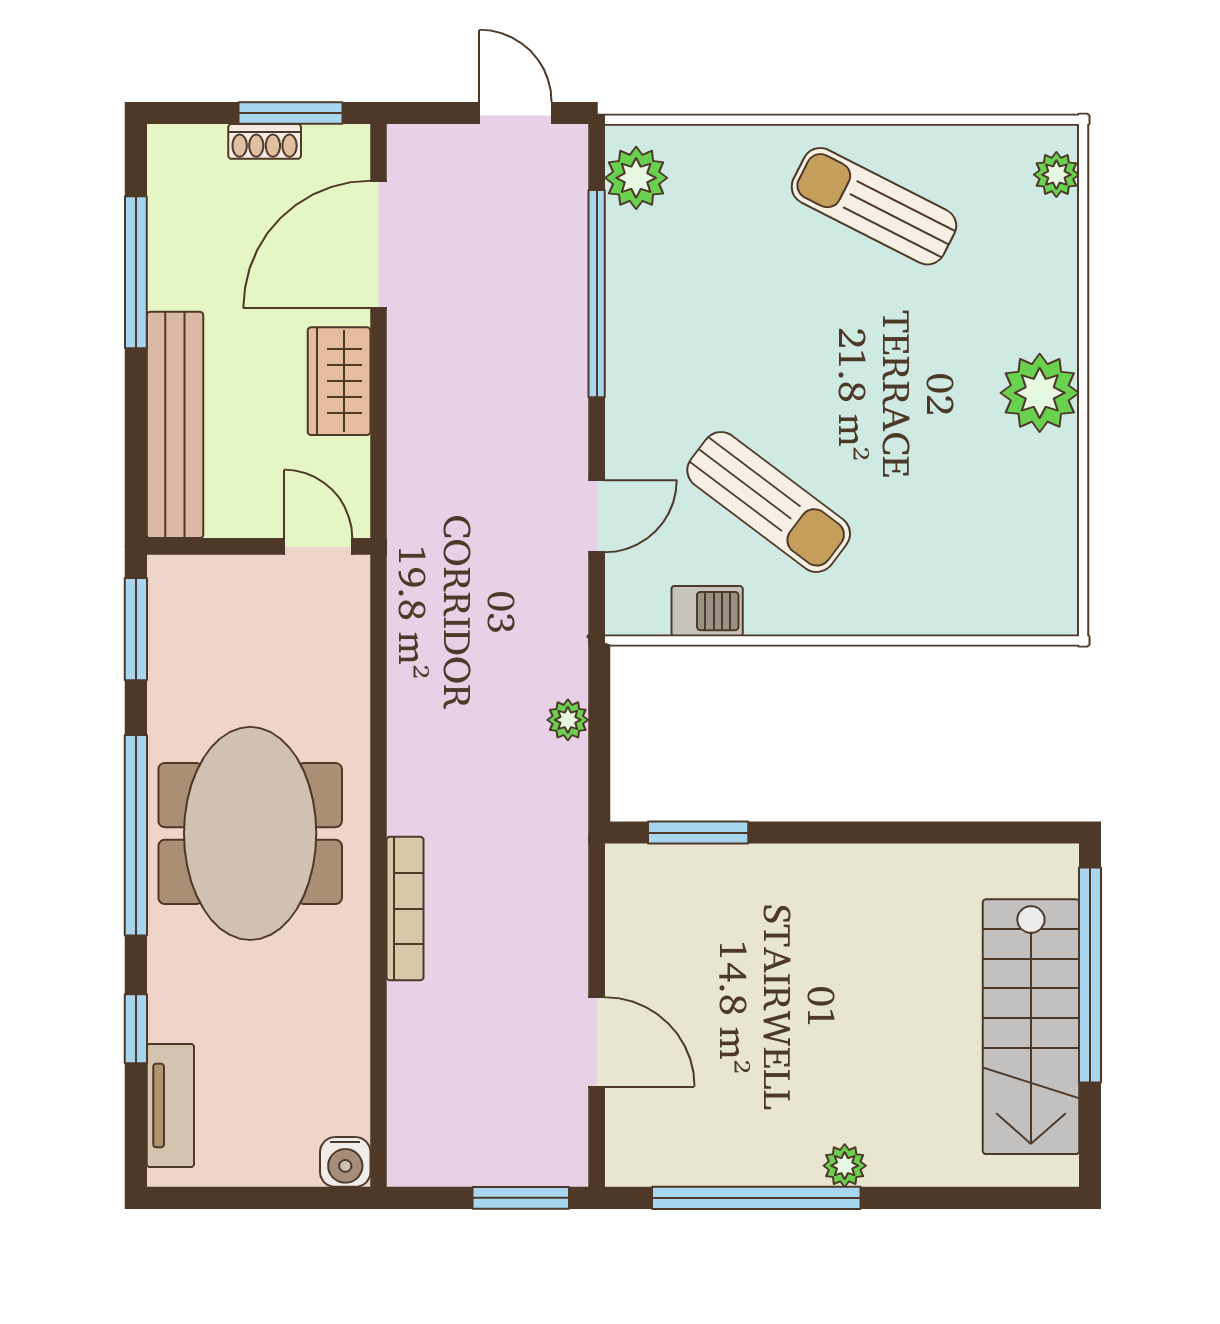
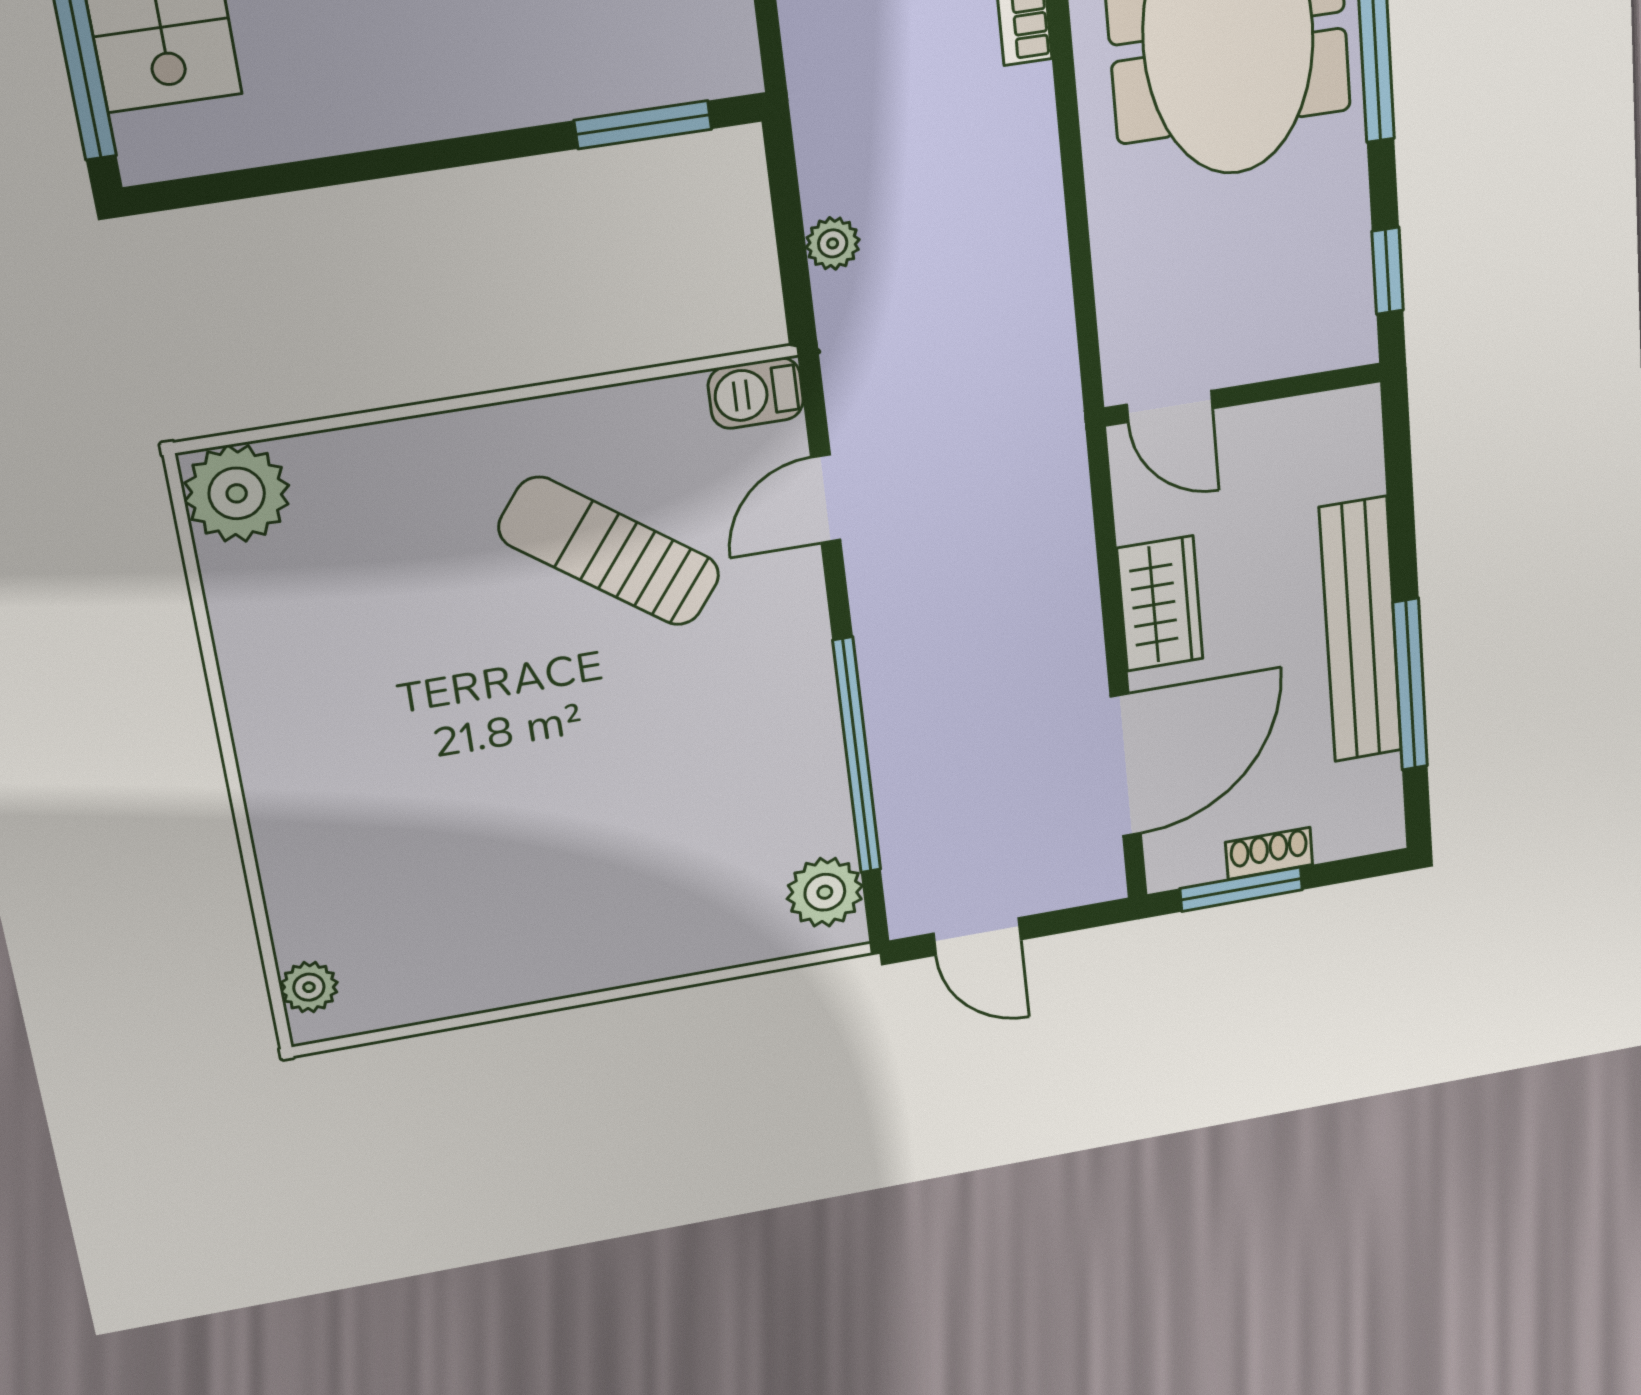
sun lounger: (874, 206) -> (530, 912), removed
plant: (1040, 393) -> (237, 493), moved
bench: (175, 425) -> (1361, 630), moved
barbecue: (707, 611) -> (756, 393), moved
window: (136, 629) -> (1388, 271), width x0.67

